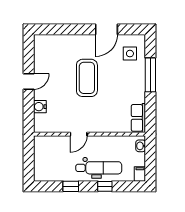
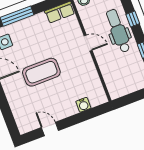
door: (29, 82) -> (50, 129), moved
door: (79, 134) -> (88, 43), moved

